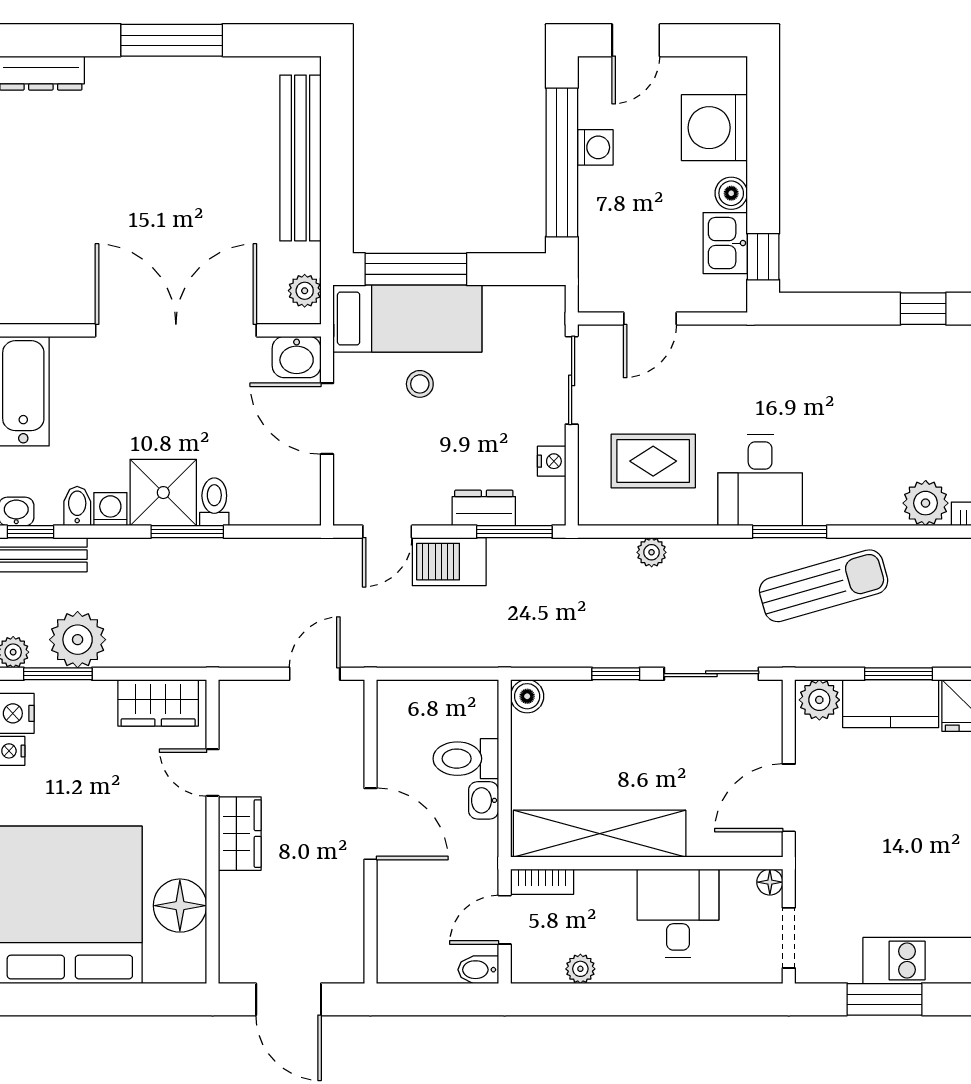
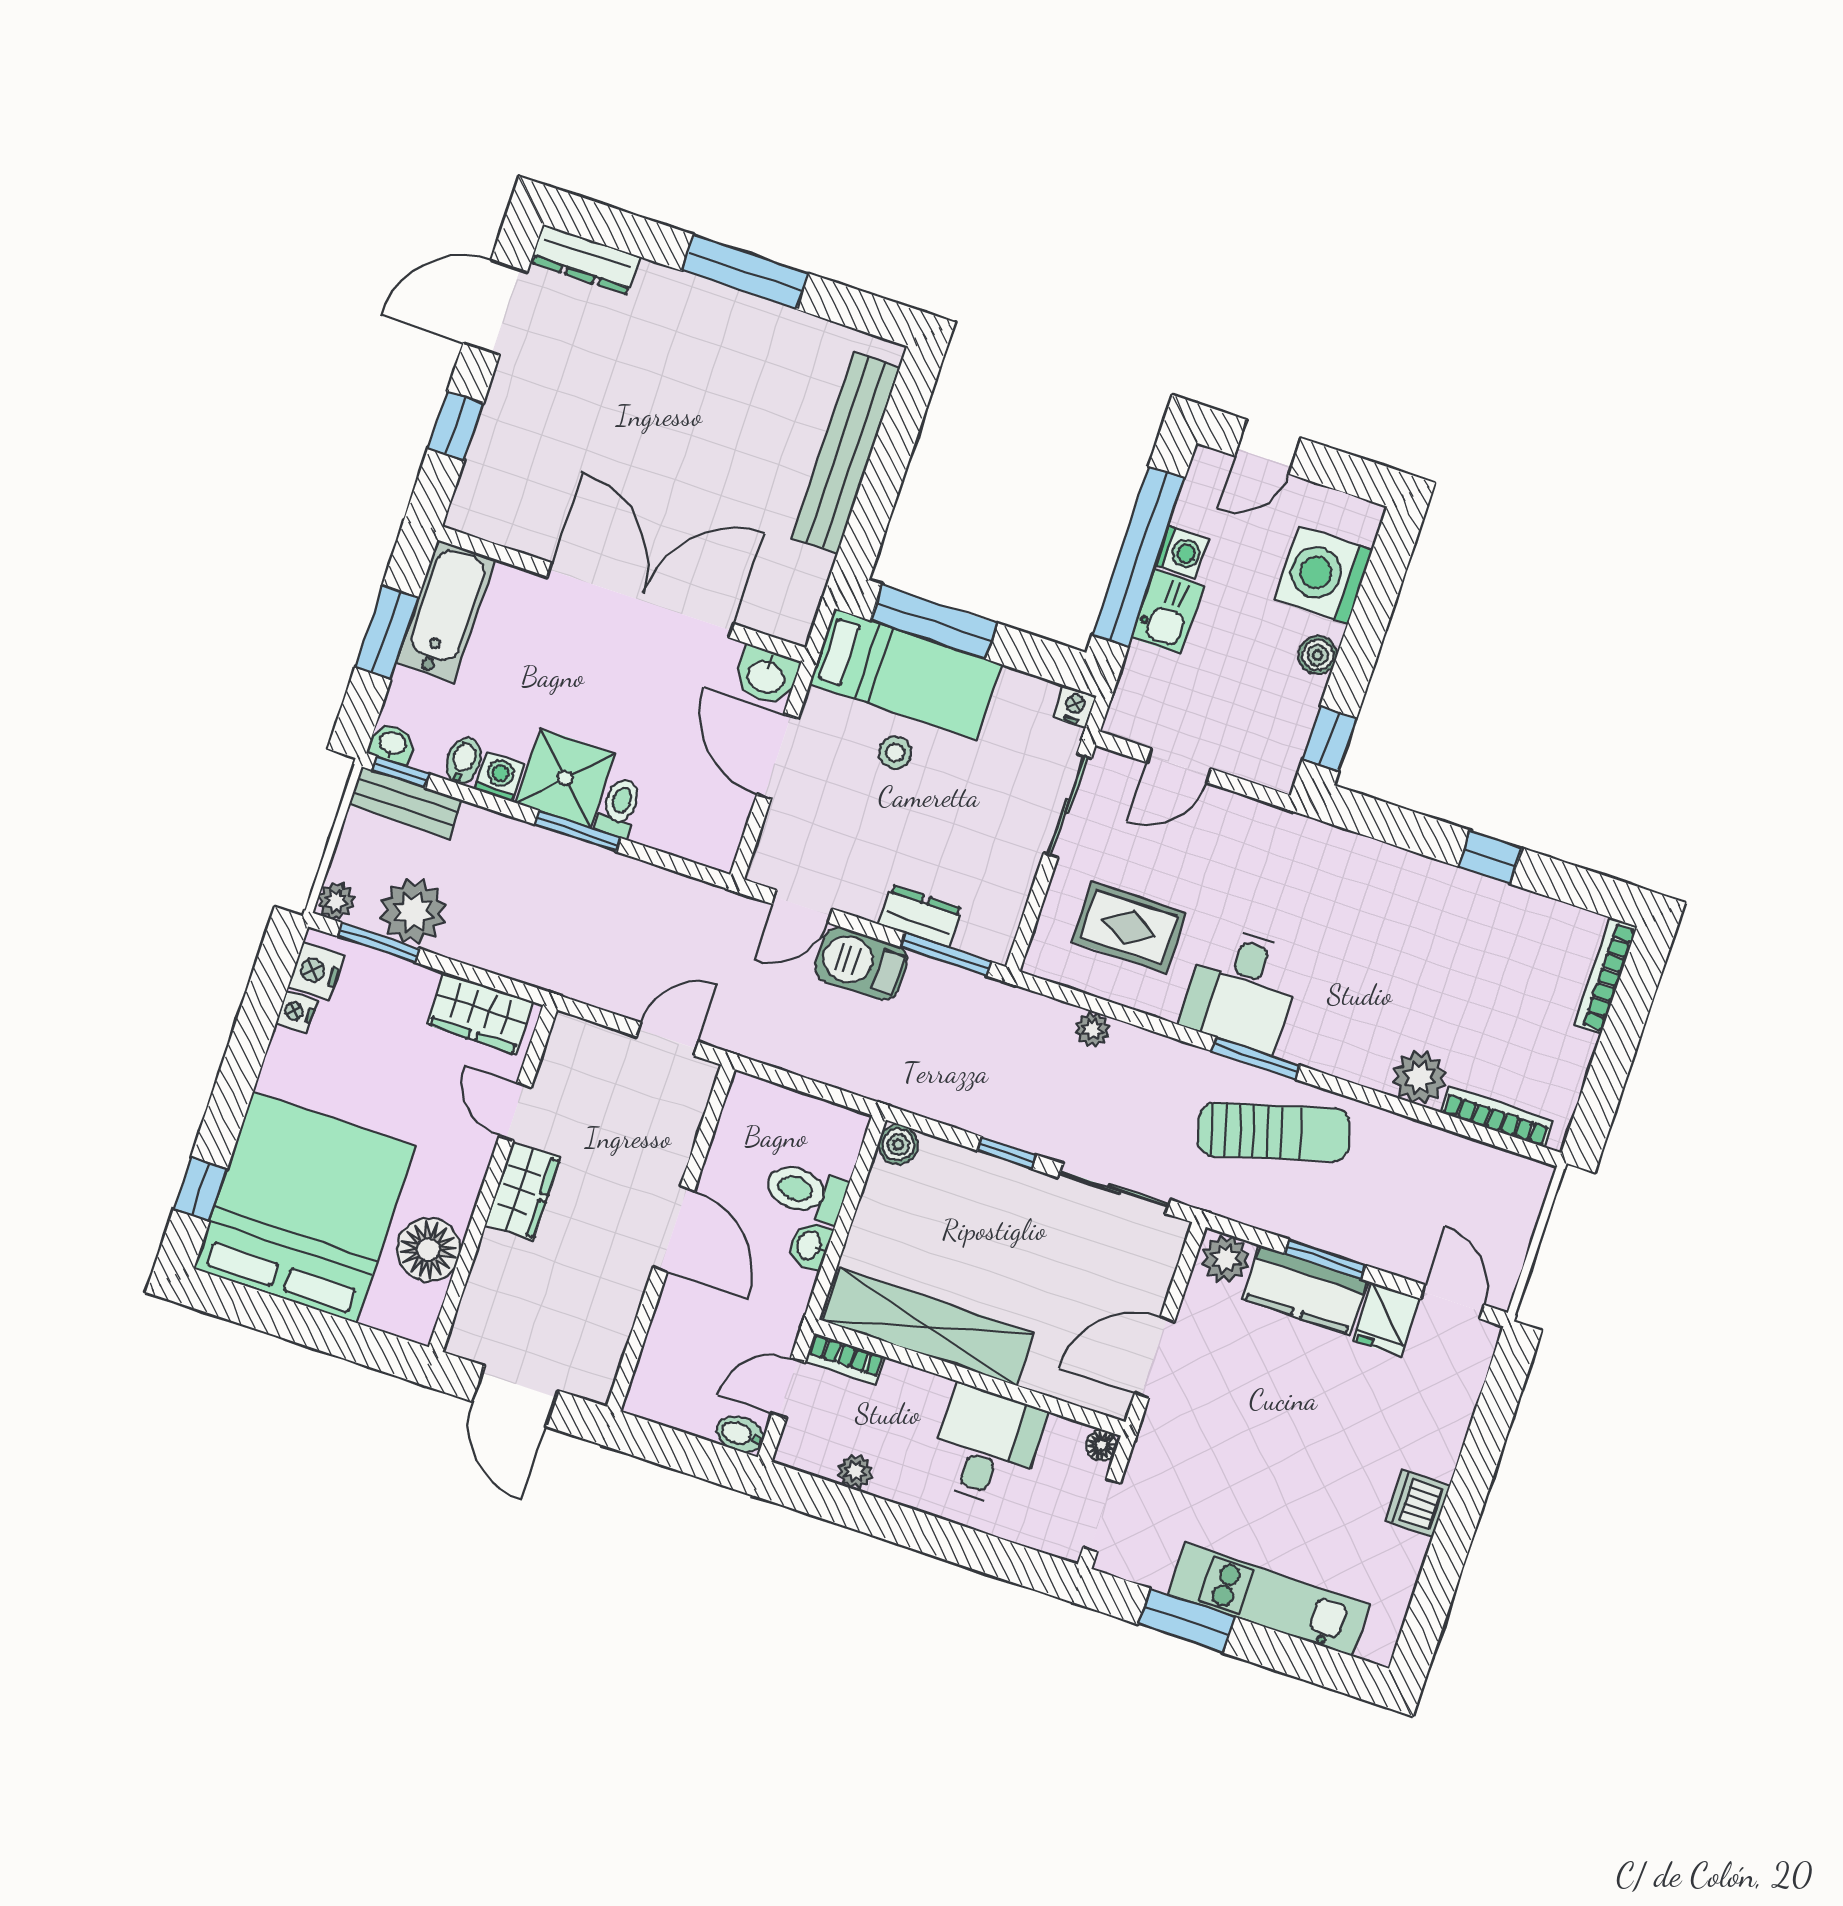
kitchen sink: (725, 243) -> (1167, 612), moved, turned 180
plant: (305, 291) -> (800, 604), removed
nightstand: (552, 461) -> (1074, 706), moved, turned -90

